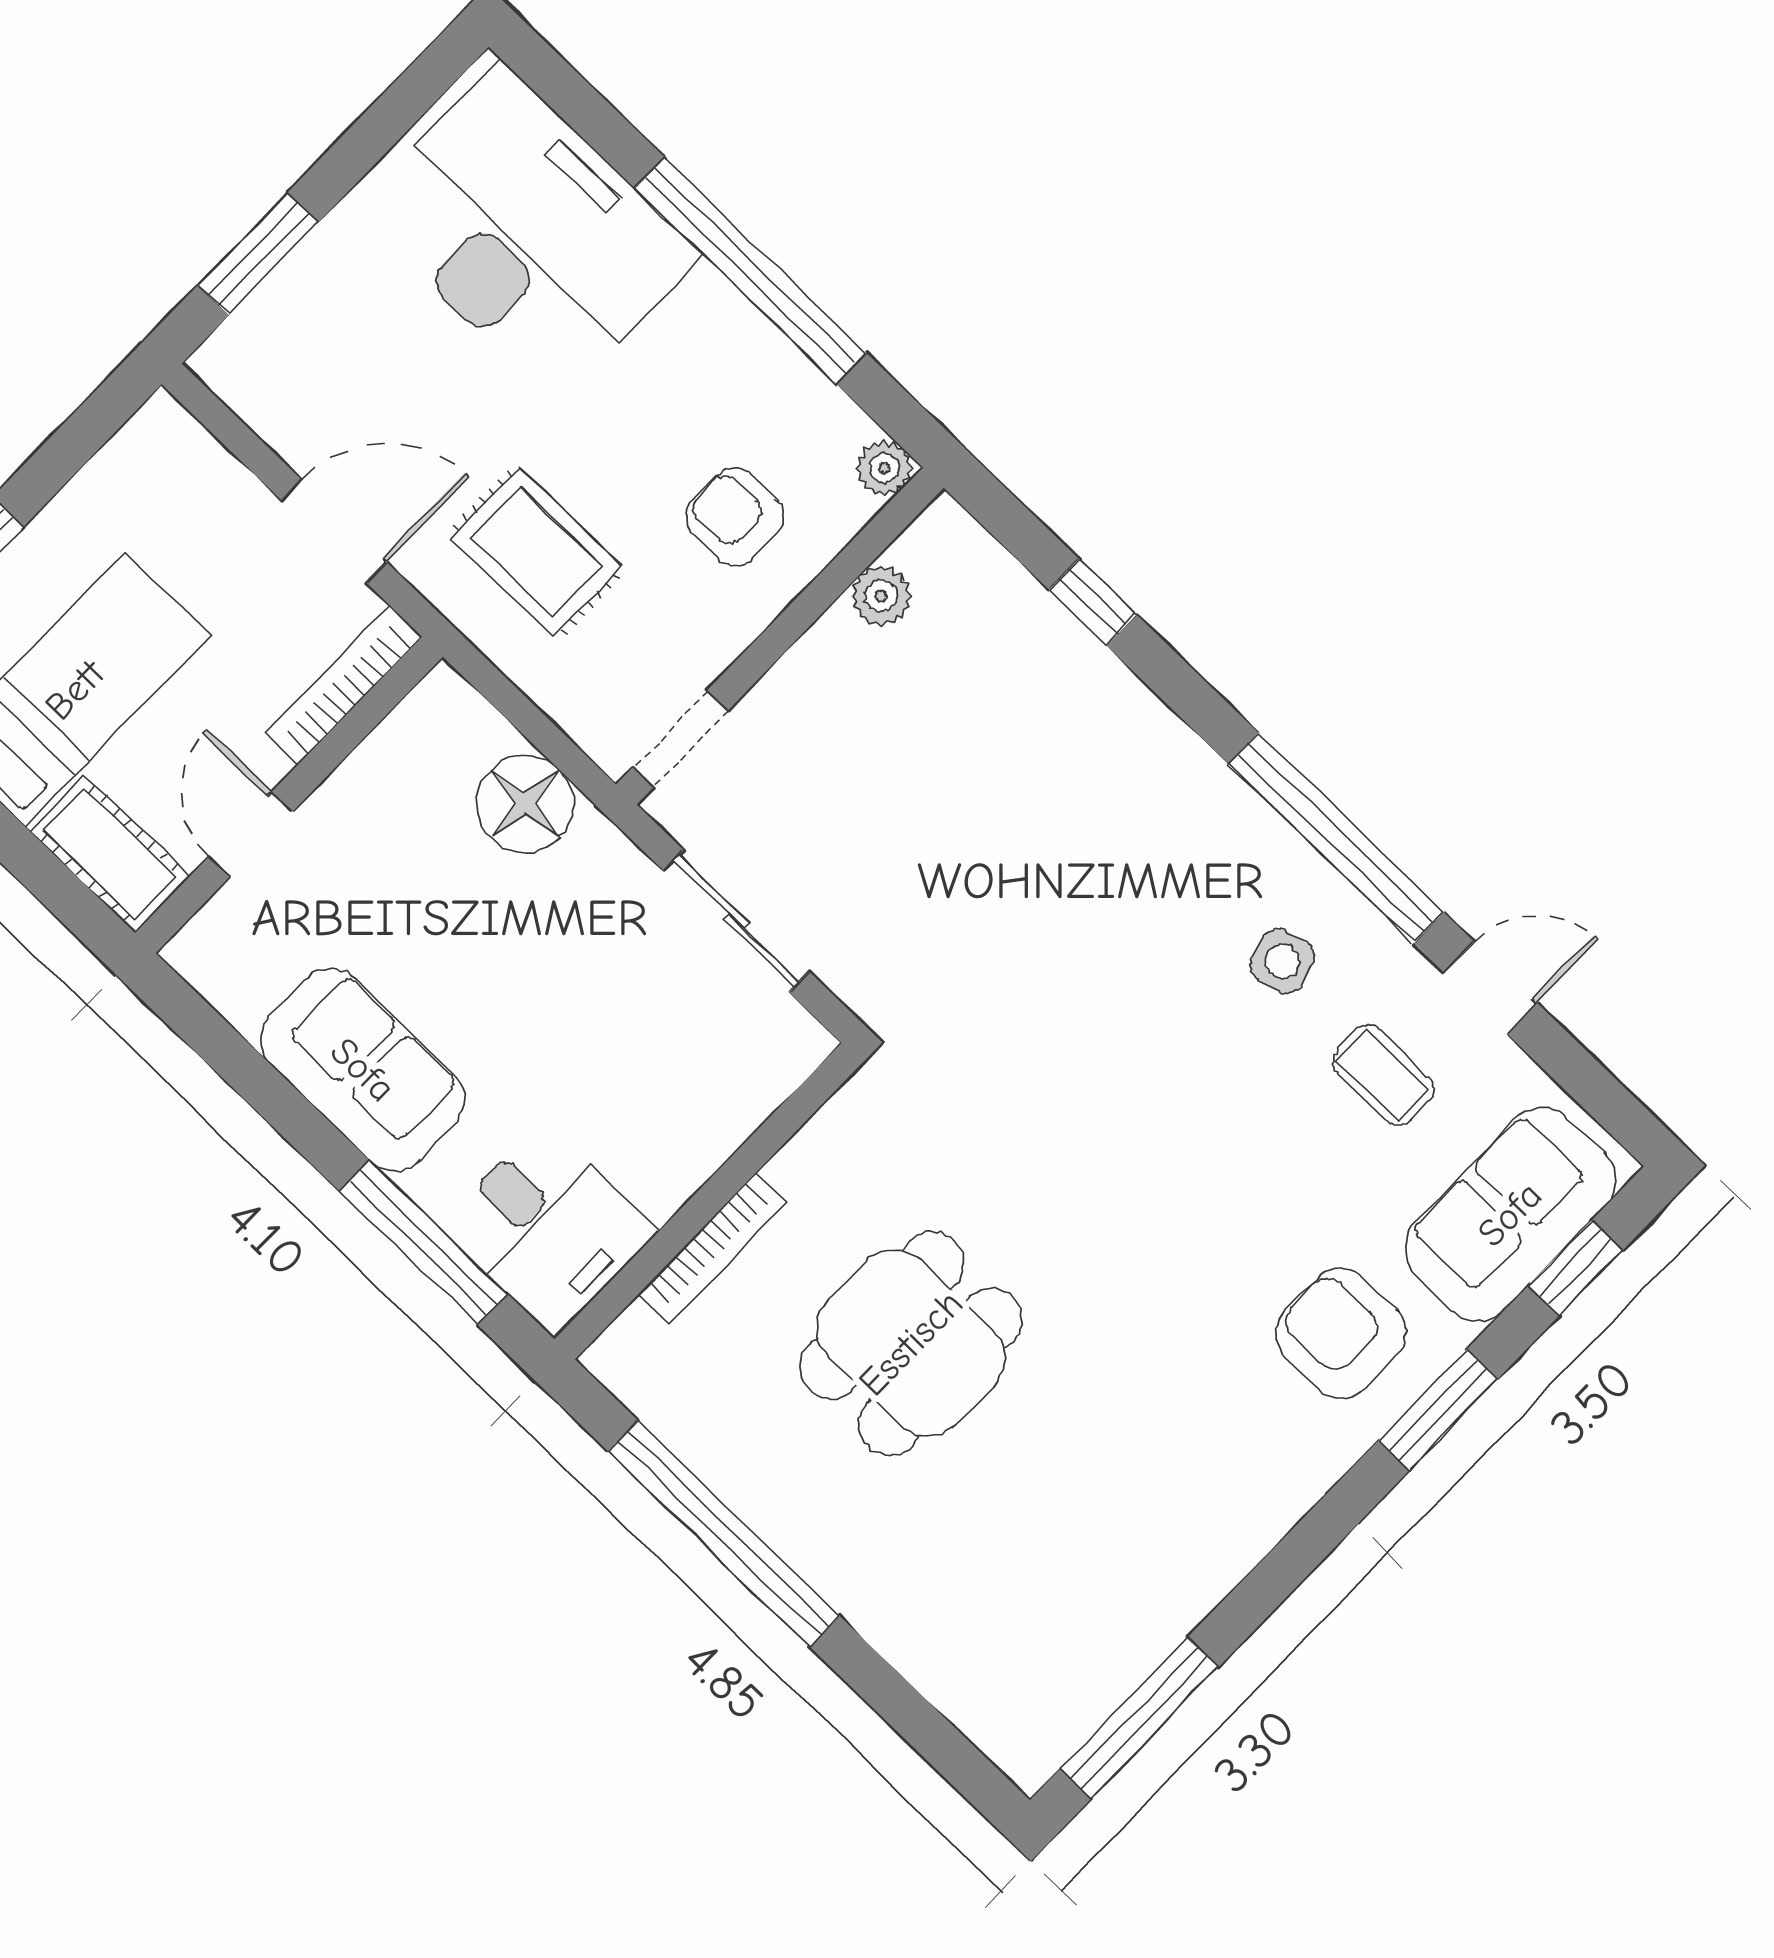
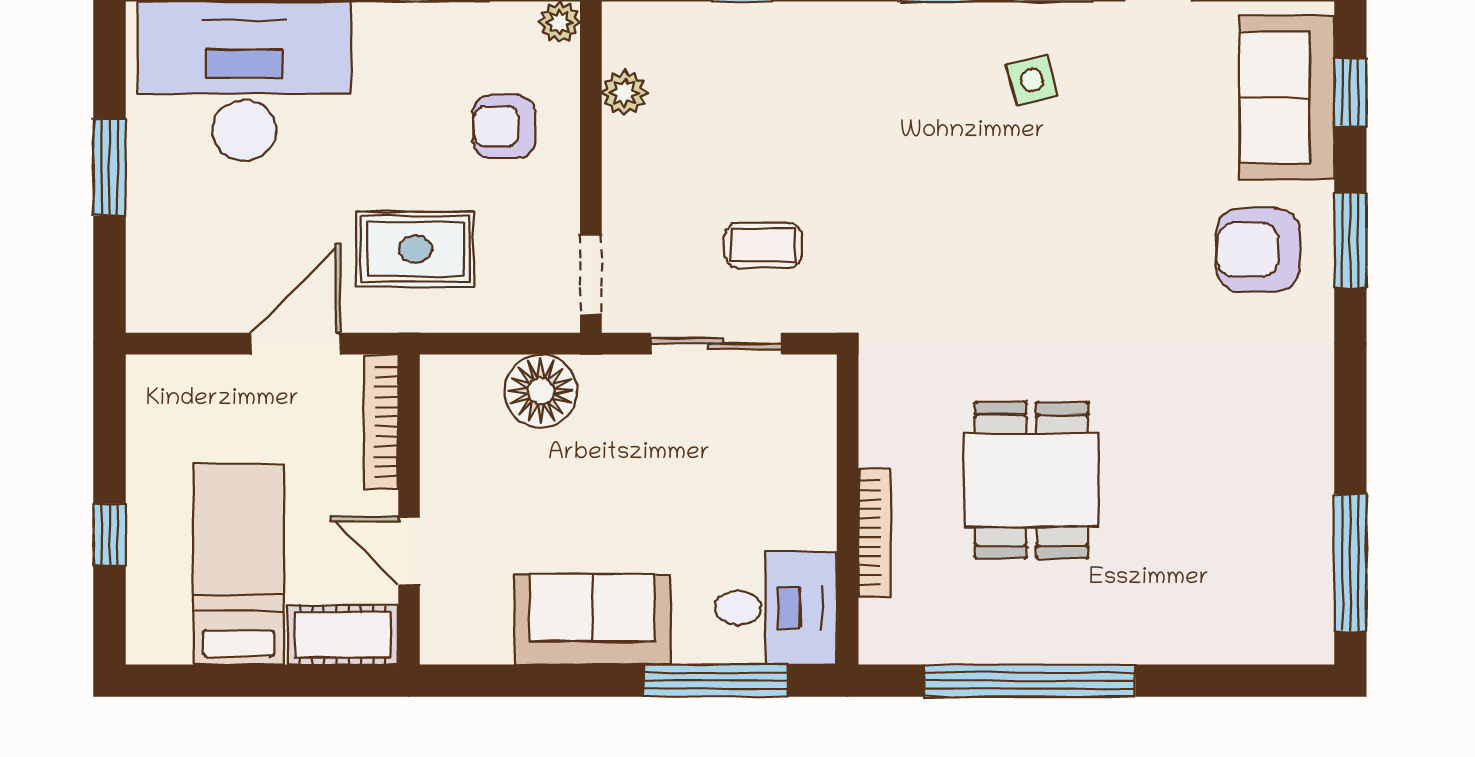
window: (258, 254) -> (109, 167), moved
coffee table: (1383, 1075) -> (763, 245), moved

